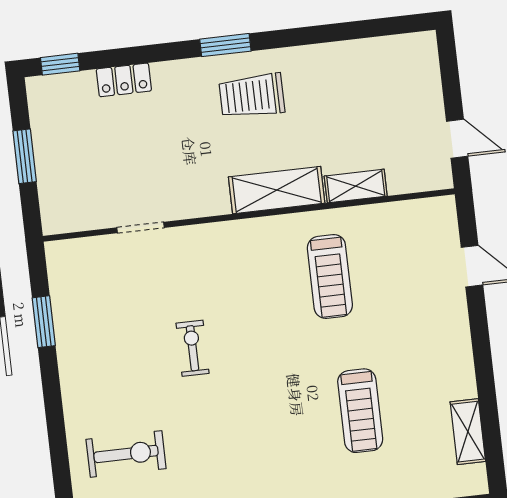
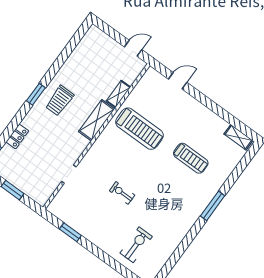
treadmill: (330, 277) -> (140, 129), width x1.37, depth x1.38
shelving: (468, 432) -> (238, 137), moved

